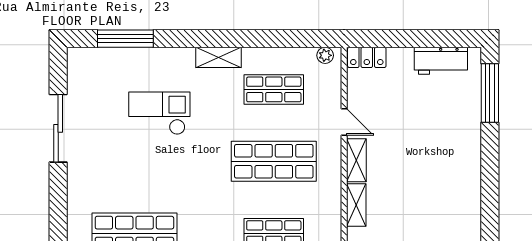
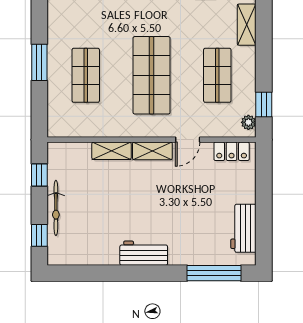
window: (306, 39) -> (264, 105), added
locker: (367, 57) -> (232, 151), moved, turned -90
workbench: (468, 170) -> (144, 253), added

